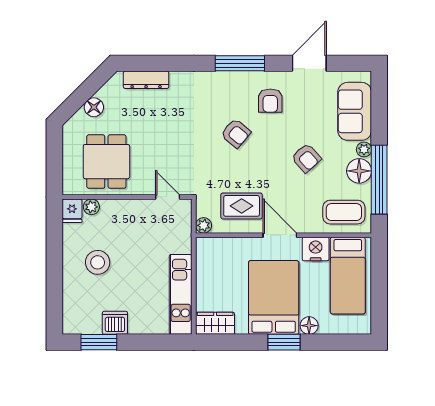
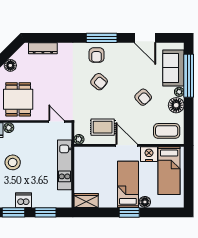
door: (309, 63) -> (145, 38), swing flipped
armchair: (270, 101) -> (97, 55), moved
window: (379, 180) -> (189, 76), moved
kitchen unit: (181, 294) -> (65, 165), moved
bed: (274, 297) -> (128, 184), width x0.67
window: (150, 342) -> (45, 212), added

